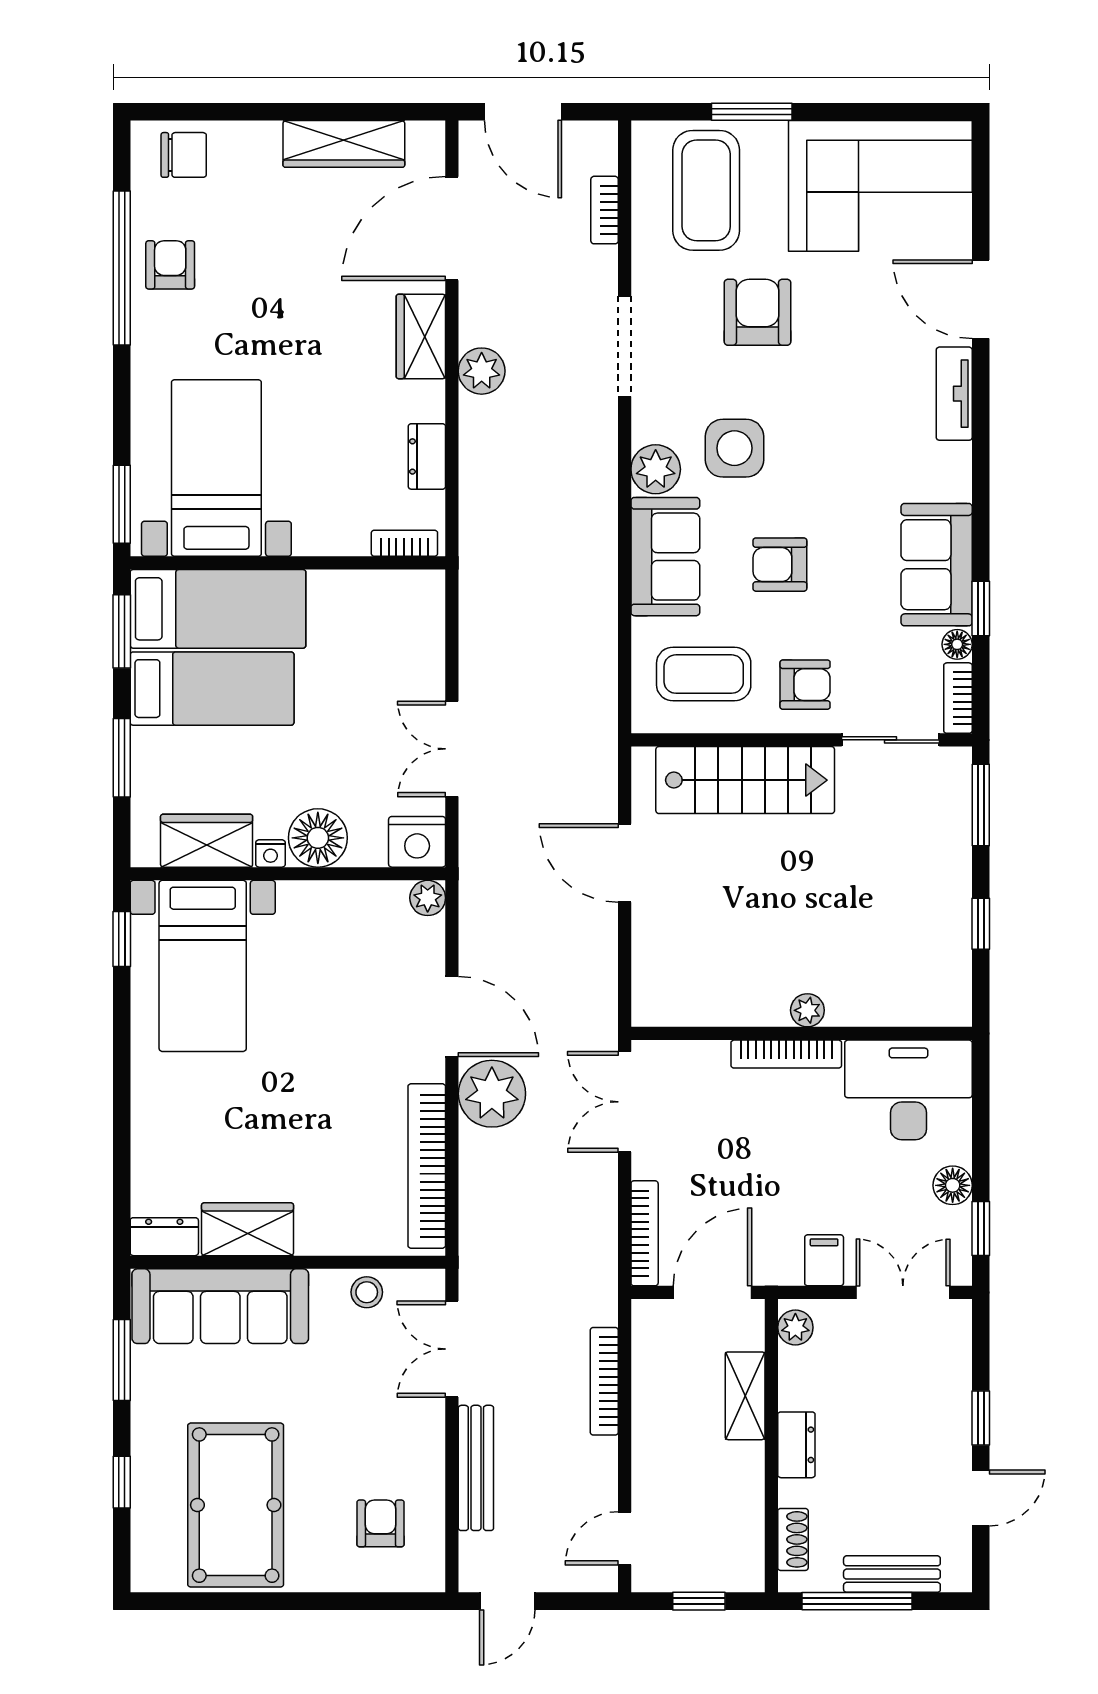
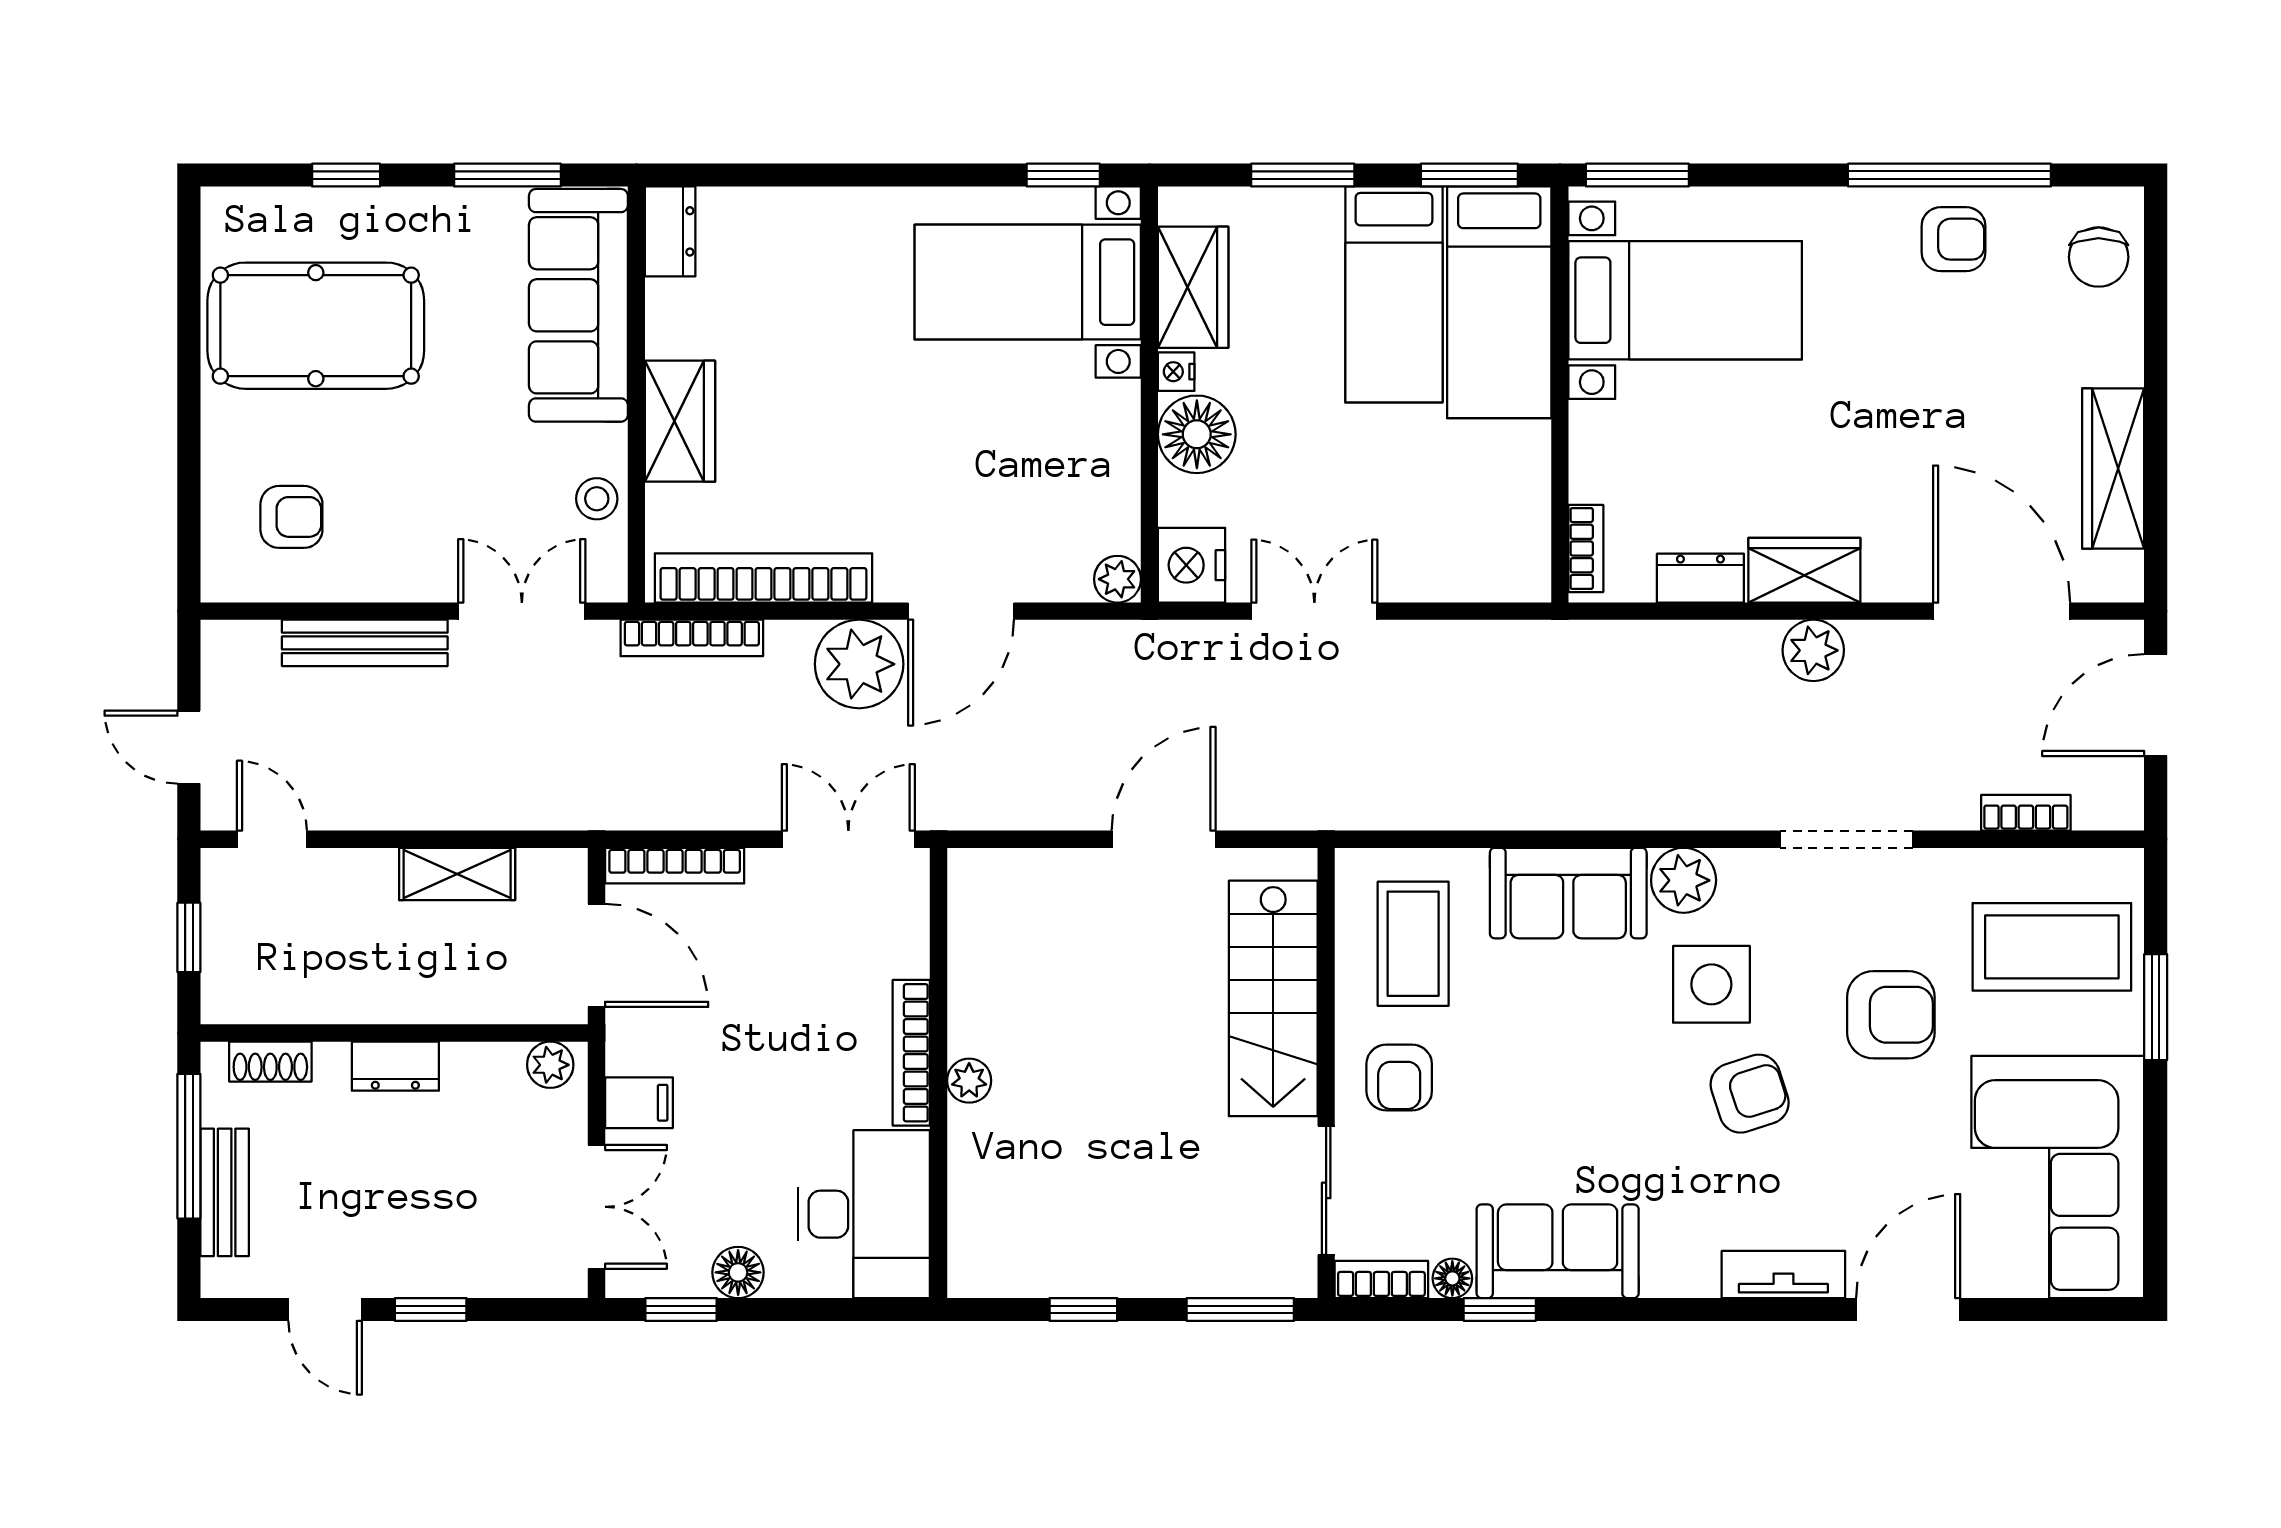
wardrobe: (421, 336) -> (1804, 570), moved
armchair: (780, 565) -> (1750, 1094), moved, turned 72
wardrobe: (248, 1229) -> (680, 421), moved
bookcase: (604, 1381) -> (692, 638), moved, turned 180
shelving: (745, 1396) -> (457, 874), moved
door: (507, 1601) -> (189, 747), moved

